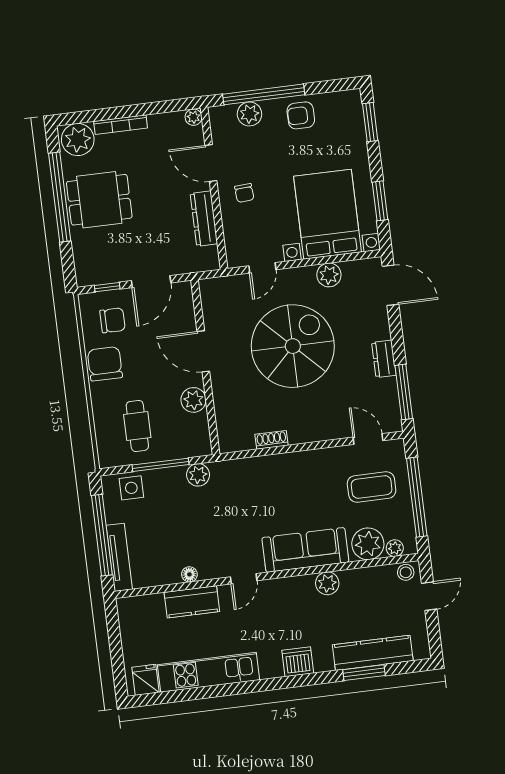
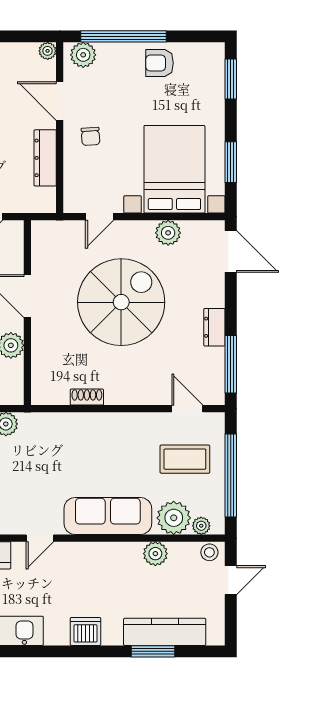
plant: (249, 114) -> (83, 55), moved
plant: (327, 583) -> (155, 554), moved

